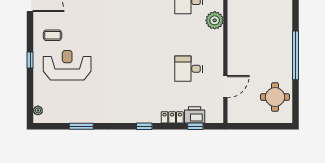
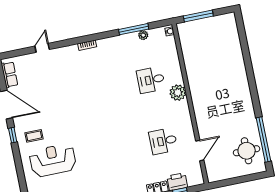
window: (296, 55) -> (264, 140), moved
window: (30, 60) -> (13, 135), moved

